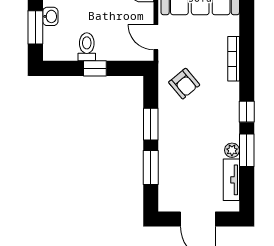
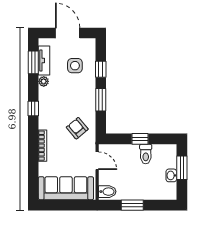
window: (247, 150) -> (33, 62), moved
window: (151, 167) -> (101, 69), width x0.67
side table: (187, 173) -> (75, 66), added

